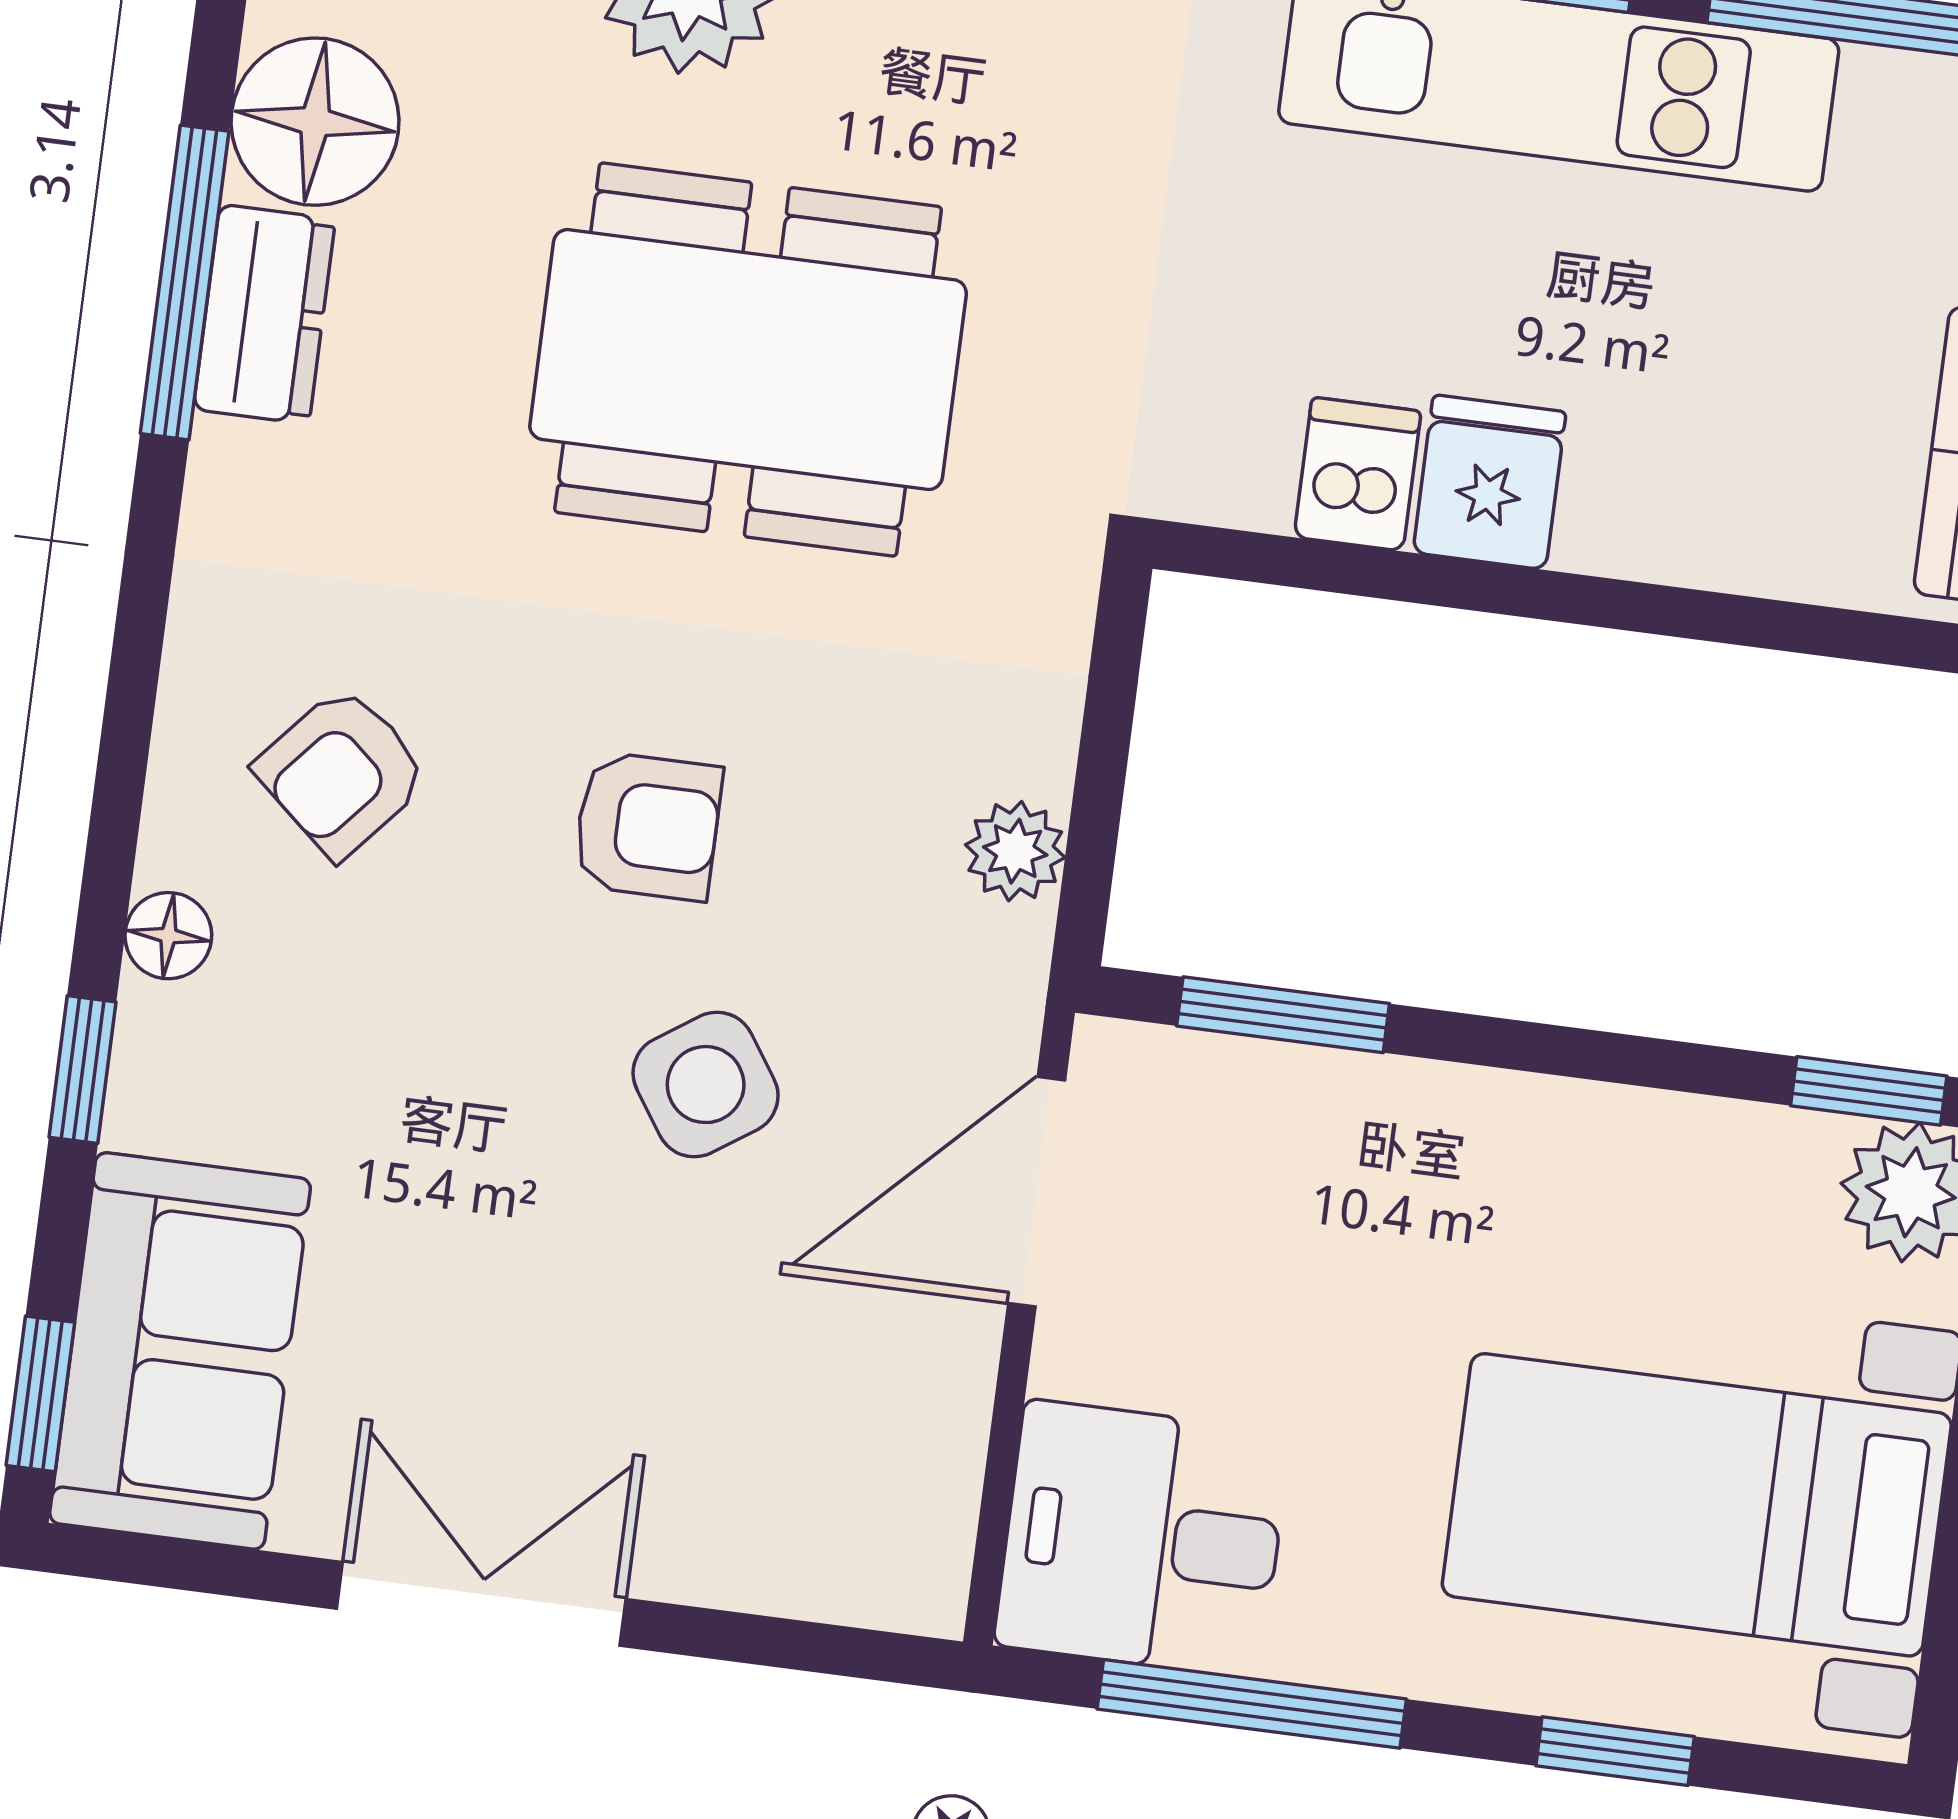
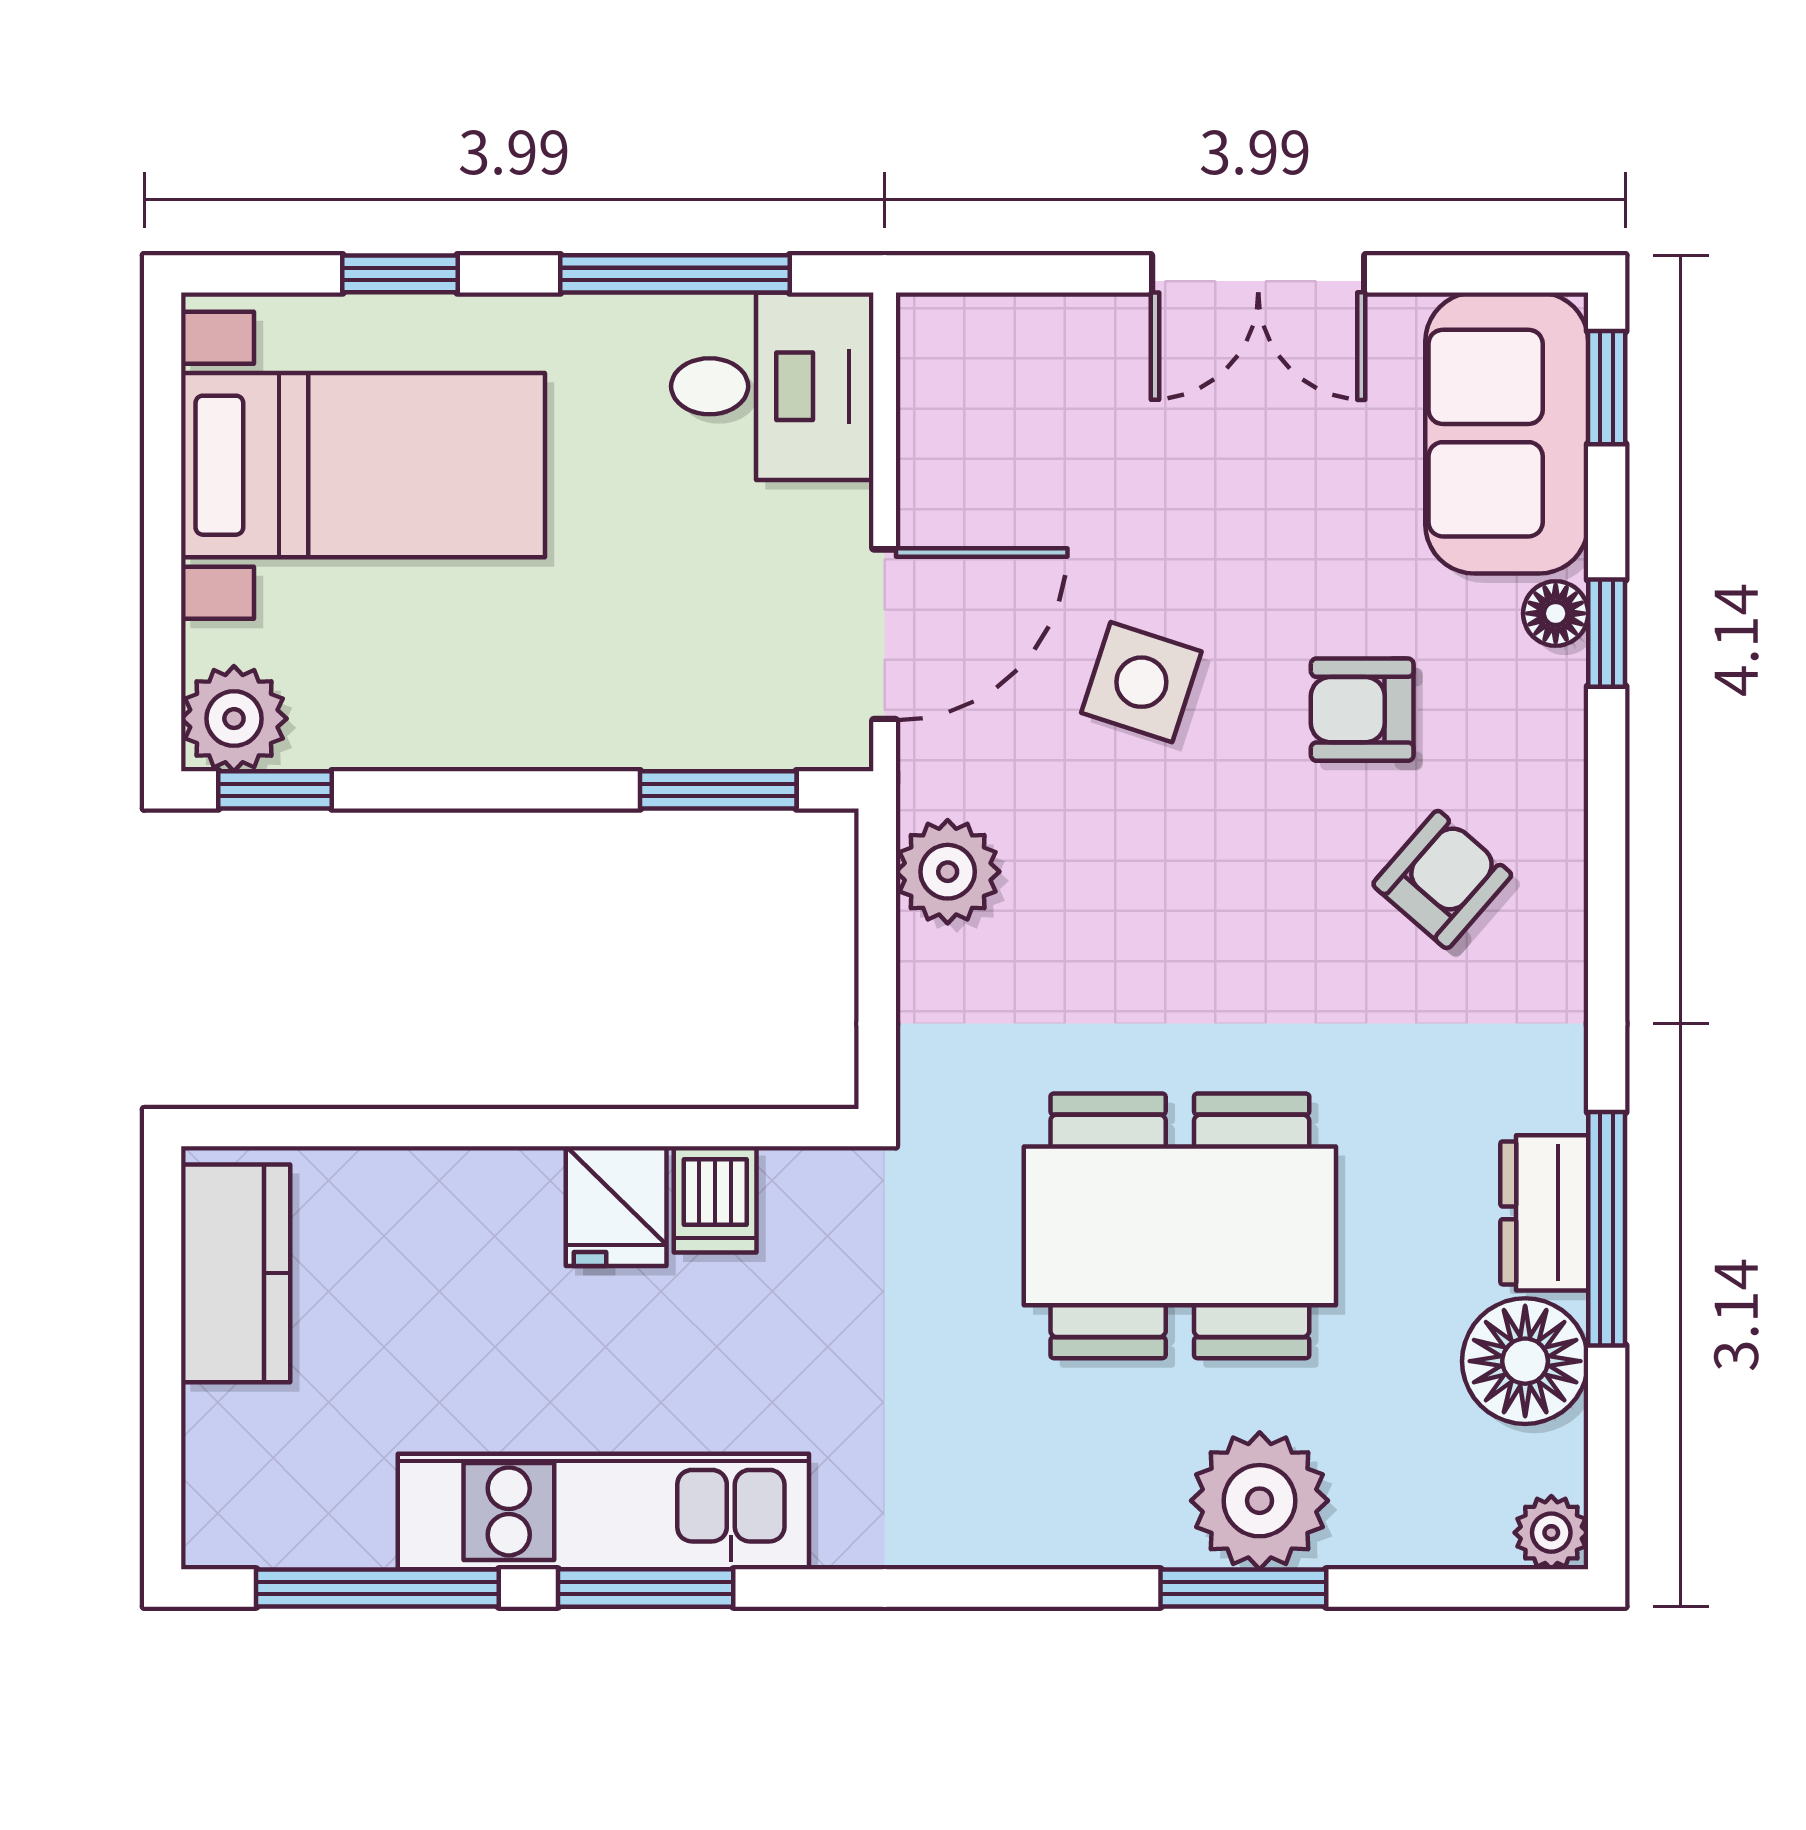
armchair: (648, 826) -> (1362, 710), moved
plant: (1015, 851) -> (948, 872), width x1.38, depth x1.38
floor lamp: (168, 936) -> (1556, 613), moved
side table: (706, 1085) -> (1141, 682), turned -38

